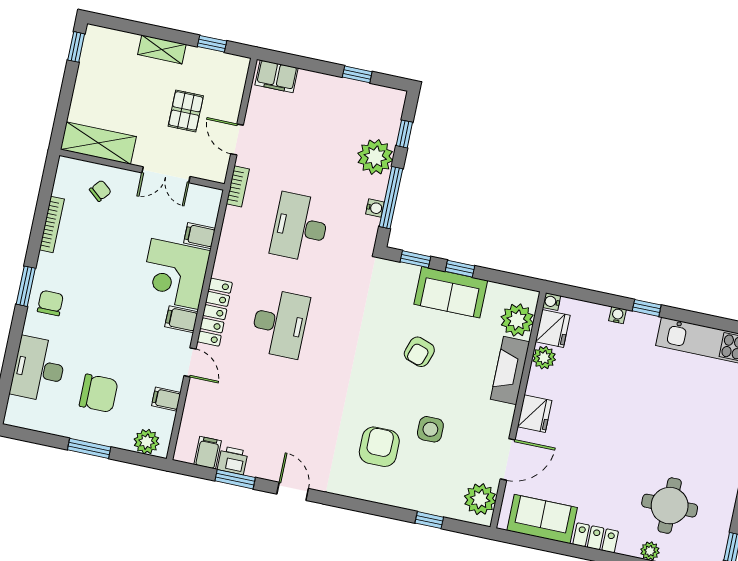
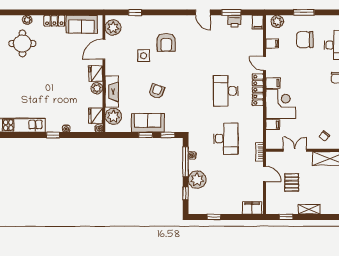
plant: (544, 358) -> (97, 88), moved
filing cabinet: (208, 453) -> (258, 22), moved

